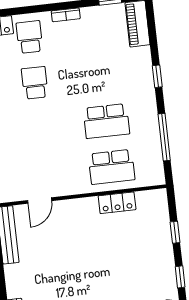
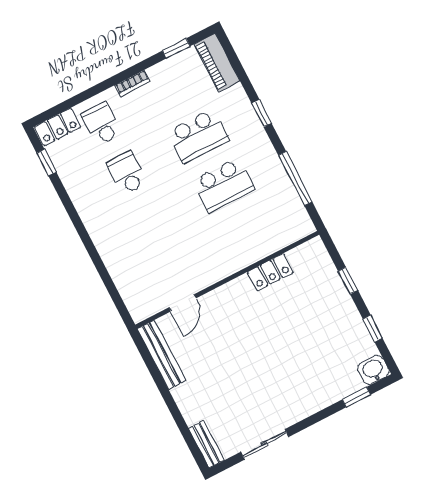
school desk: (112, 167) -> (198, 136), moved

